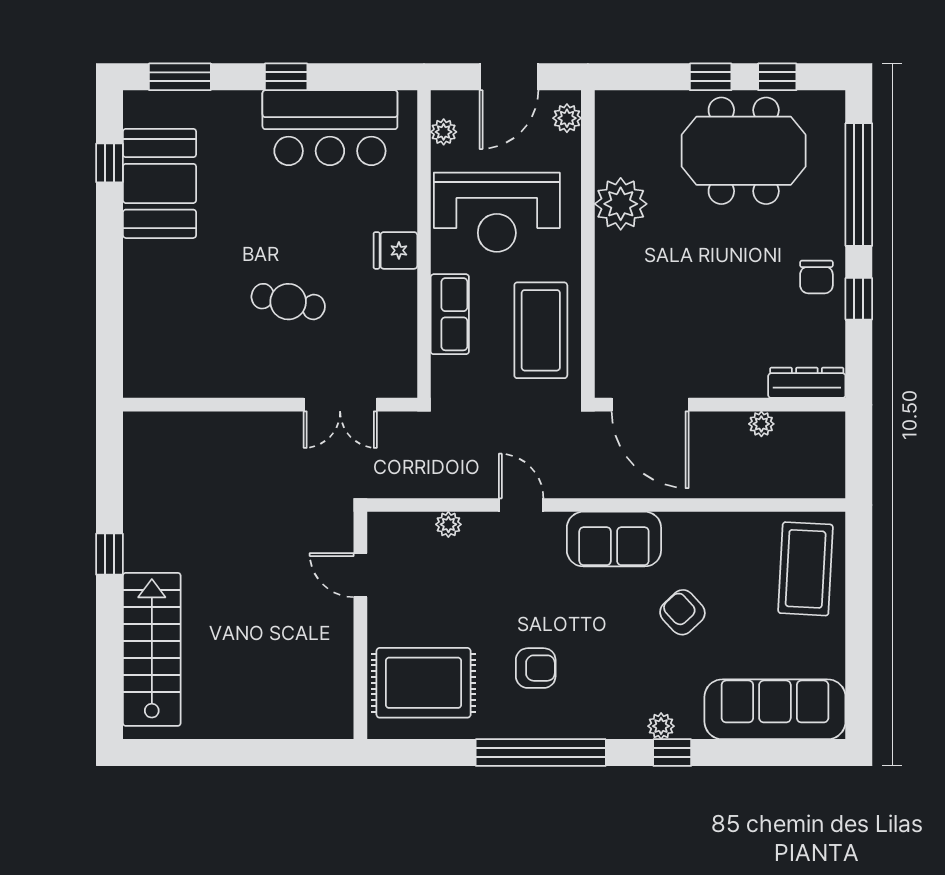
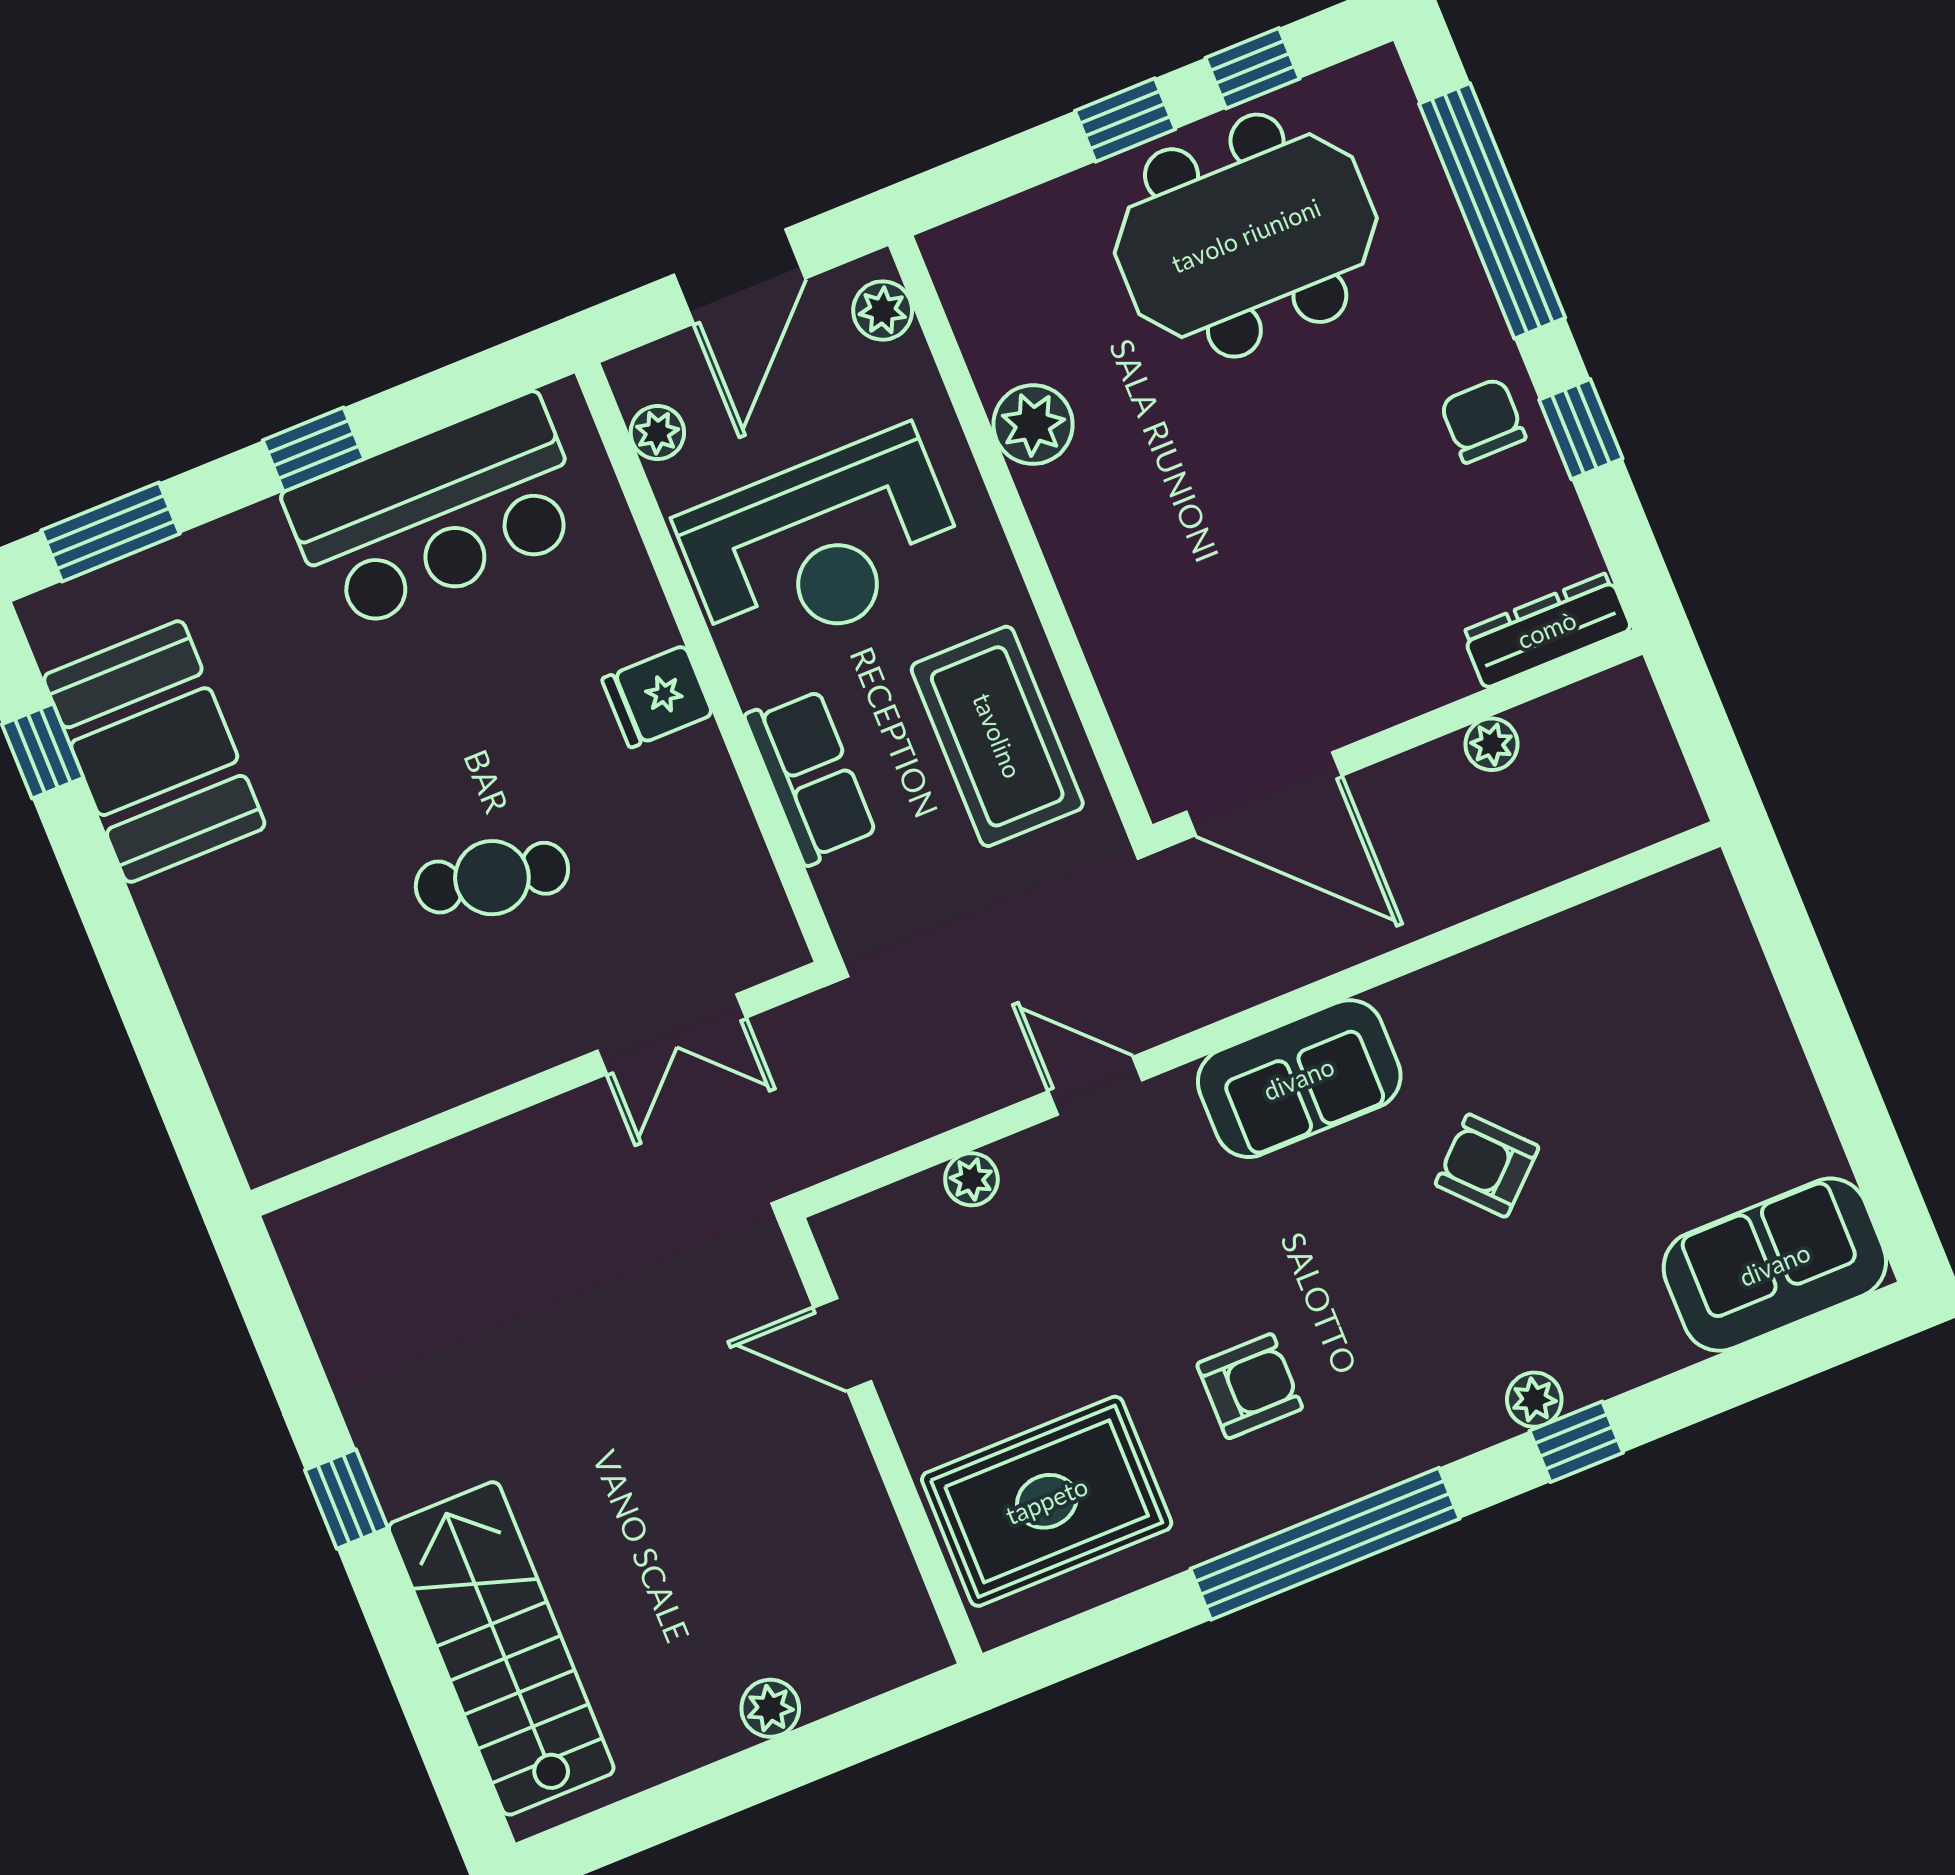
plant: (621, 204) -> (1033, 425), width x0.73, depth x0.73
chair: (816, 277) -> (1483, 420), turned 180
coffee table: (806, 569) -> (1689, 987), removed
sofa: (775, 709) -> (1775, 1265), width x0.73
plant: (262, 725) -> (770, 1708), added

